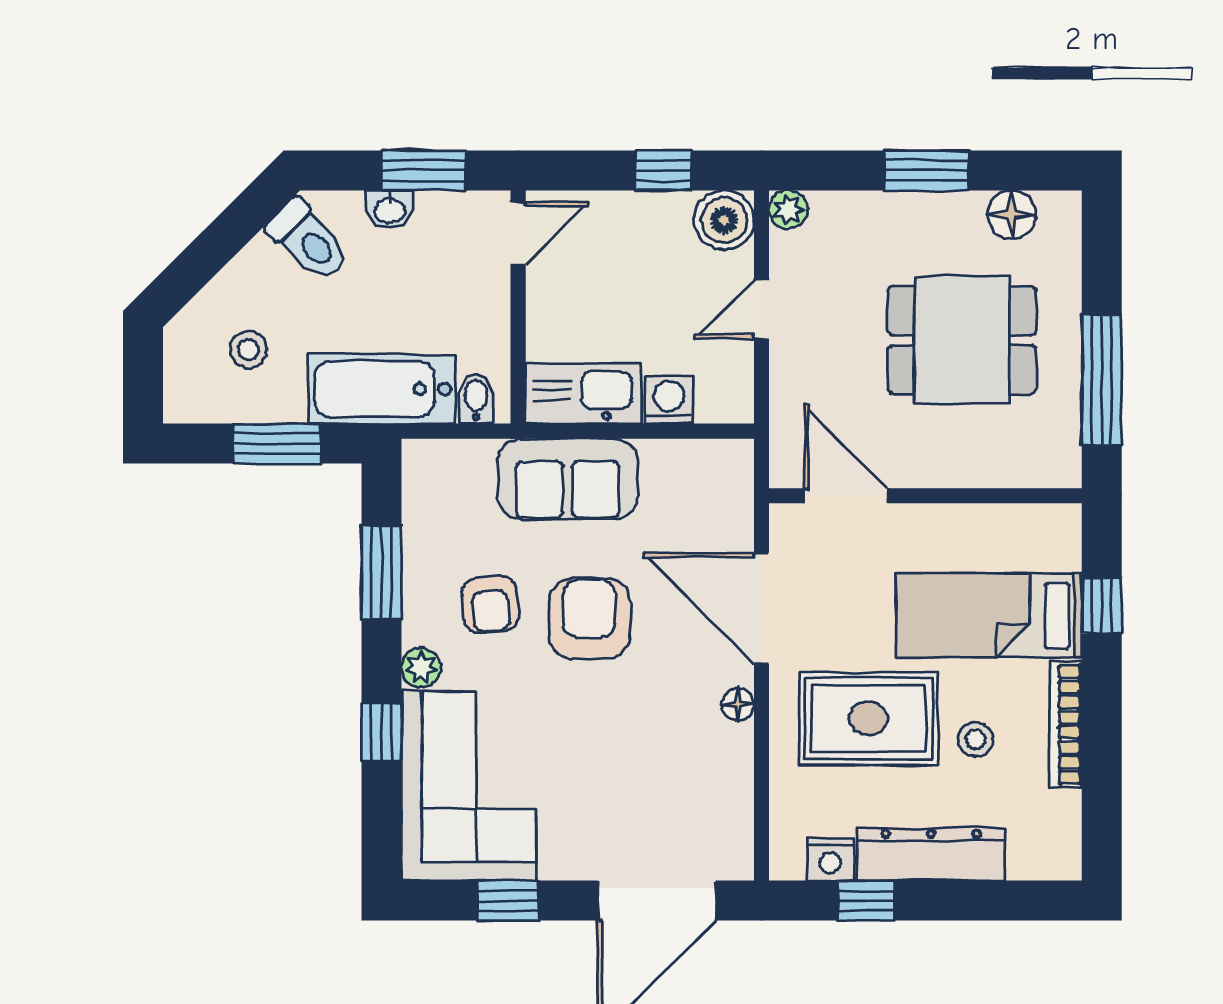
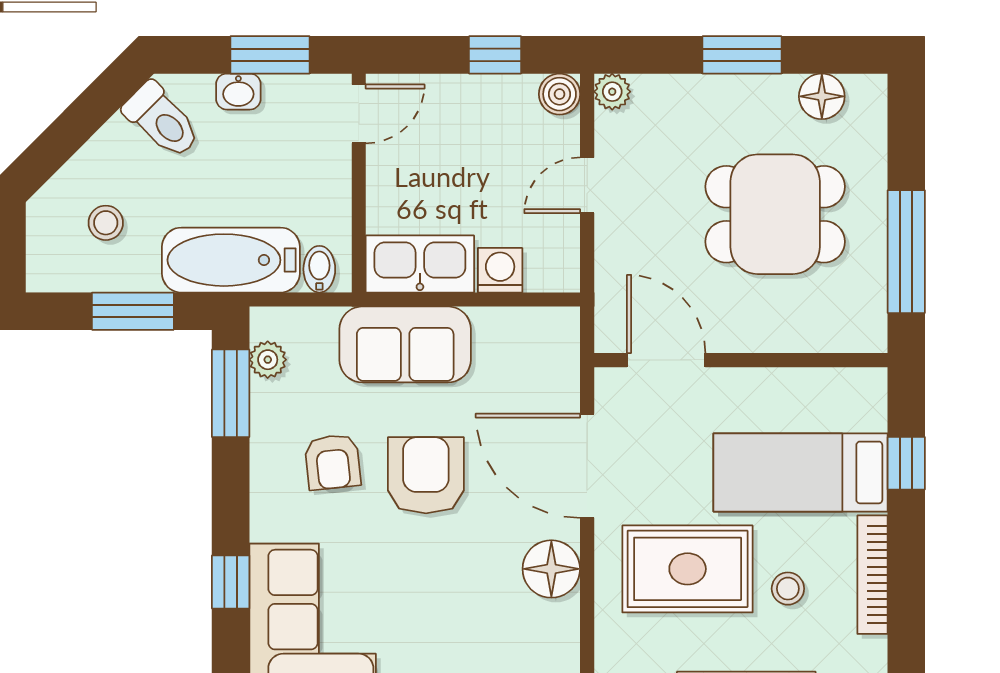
boiler: (724, 220) -> (560, 94), width x0.73, depth x0.73
window: (381, 572) -> (231, 393), moved
plant: (421, 668) -> (268, 360), moved
floor lamp: (738, 704) -> (551, 569), width x1.89, depth x1.89

